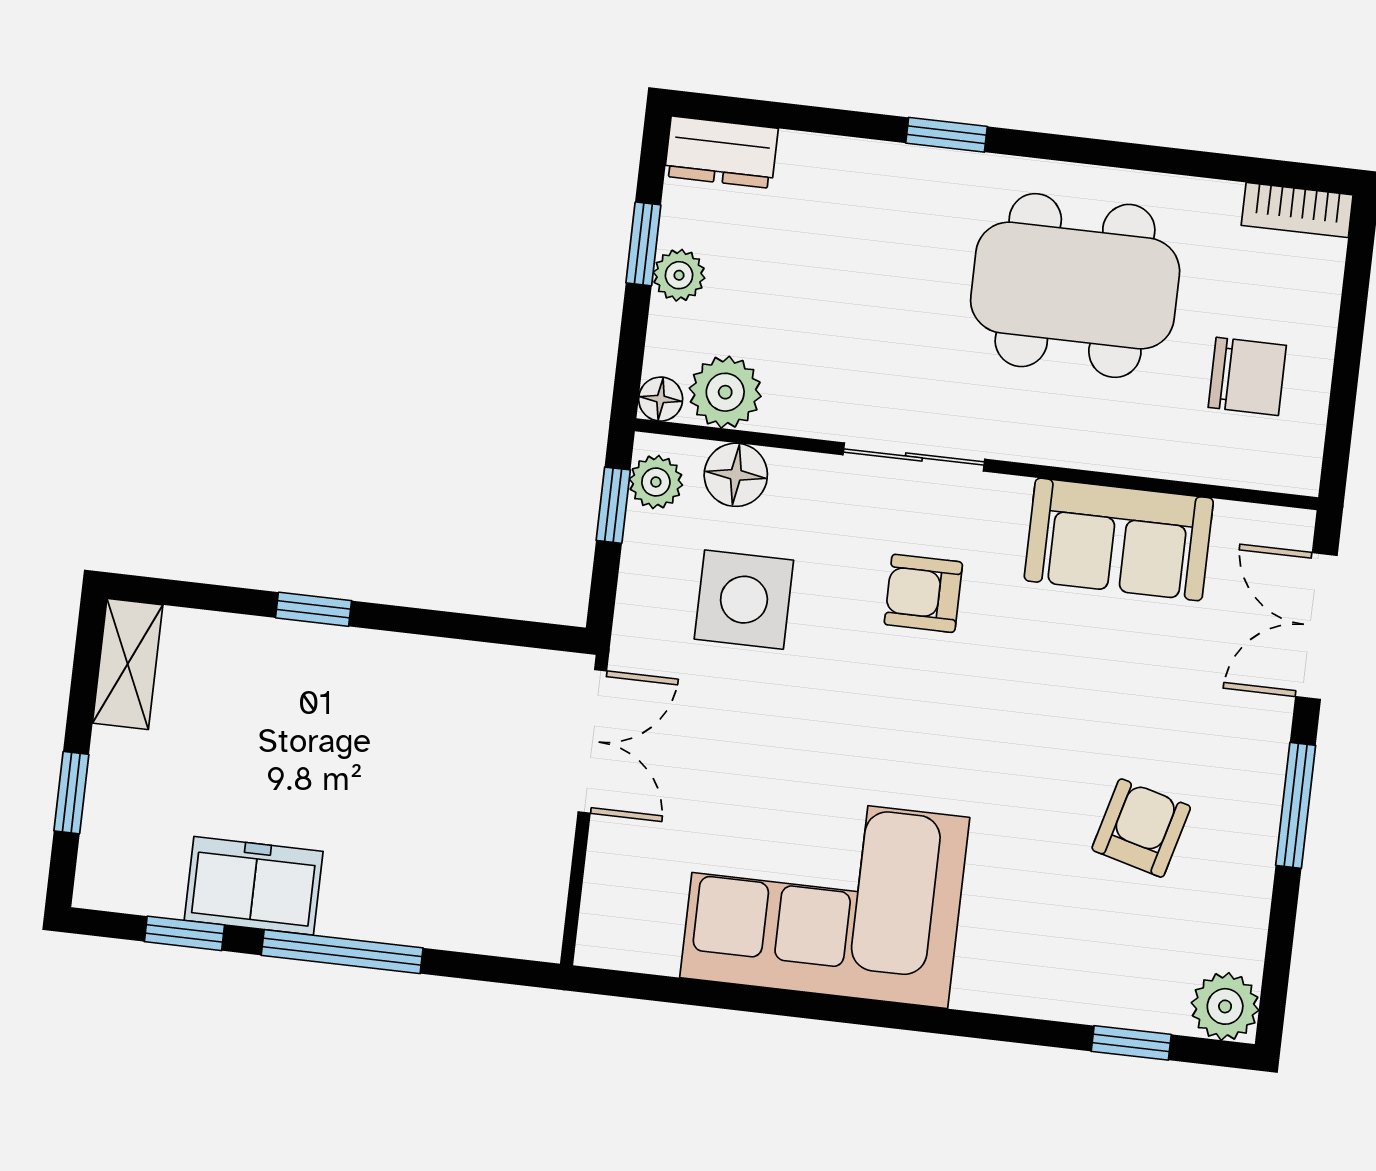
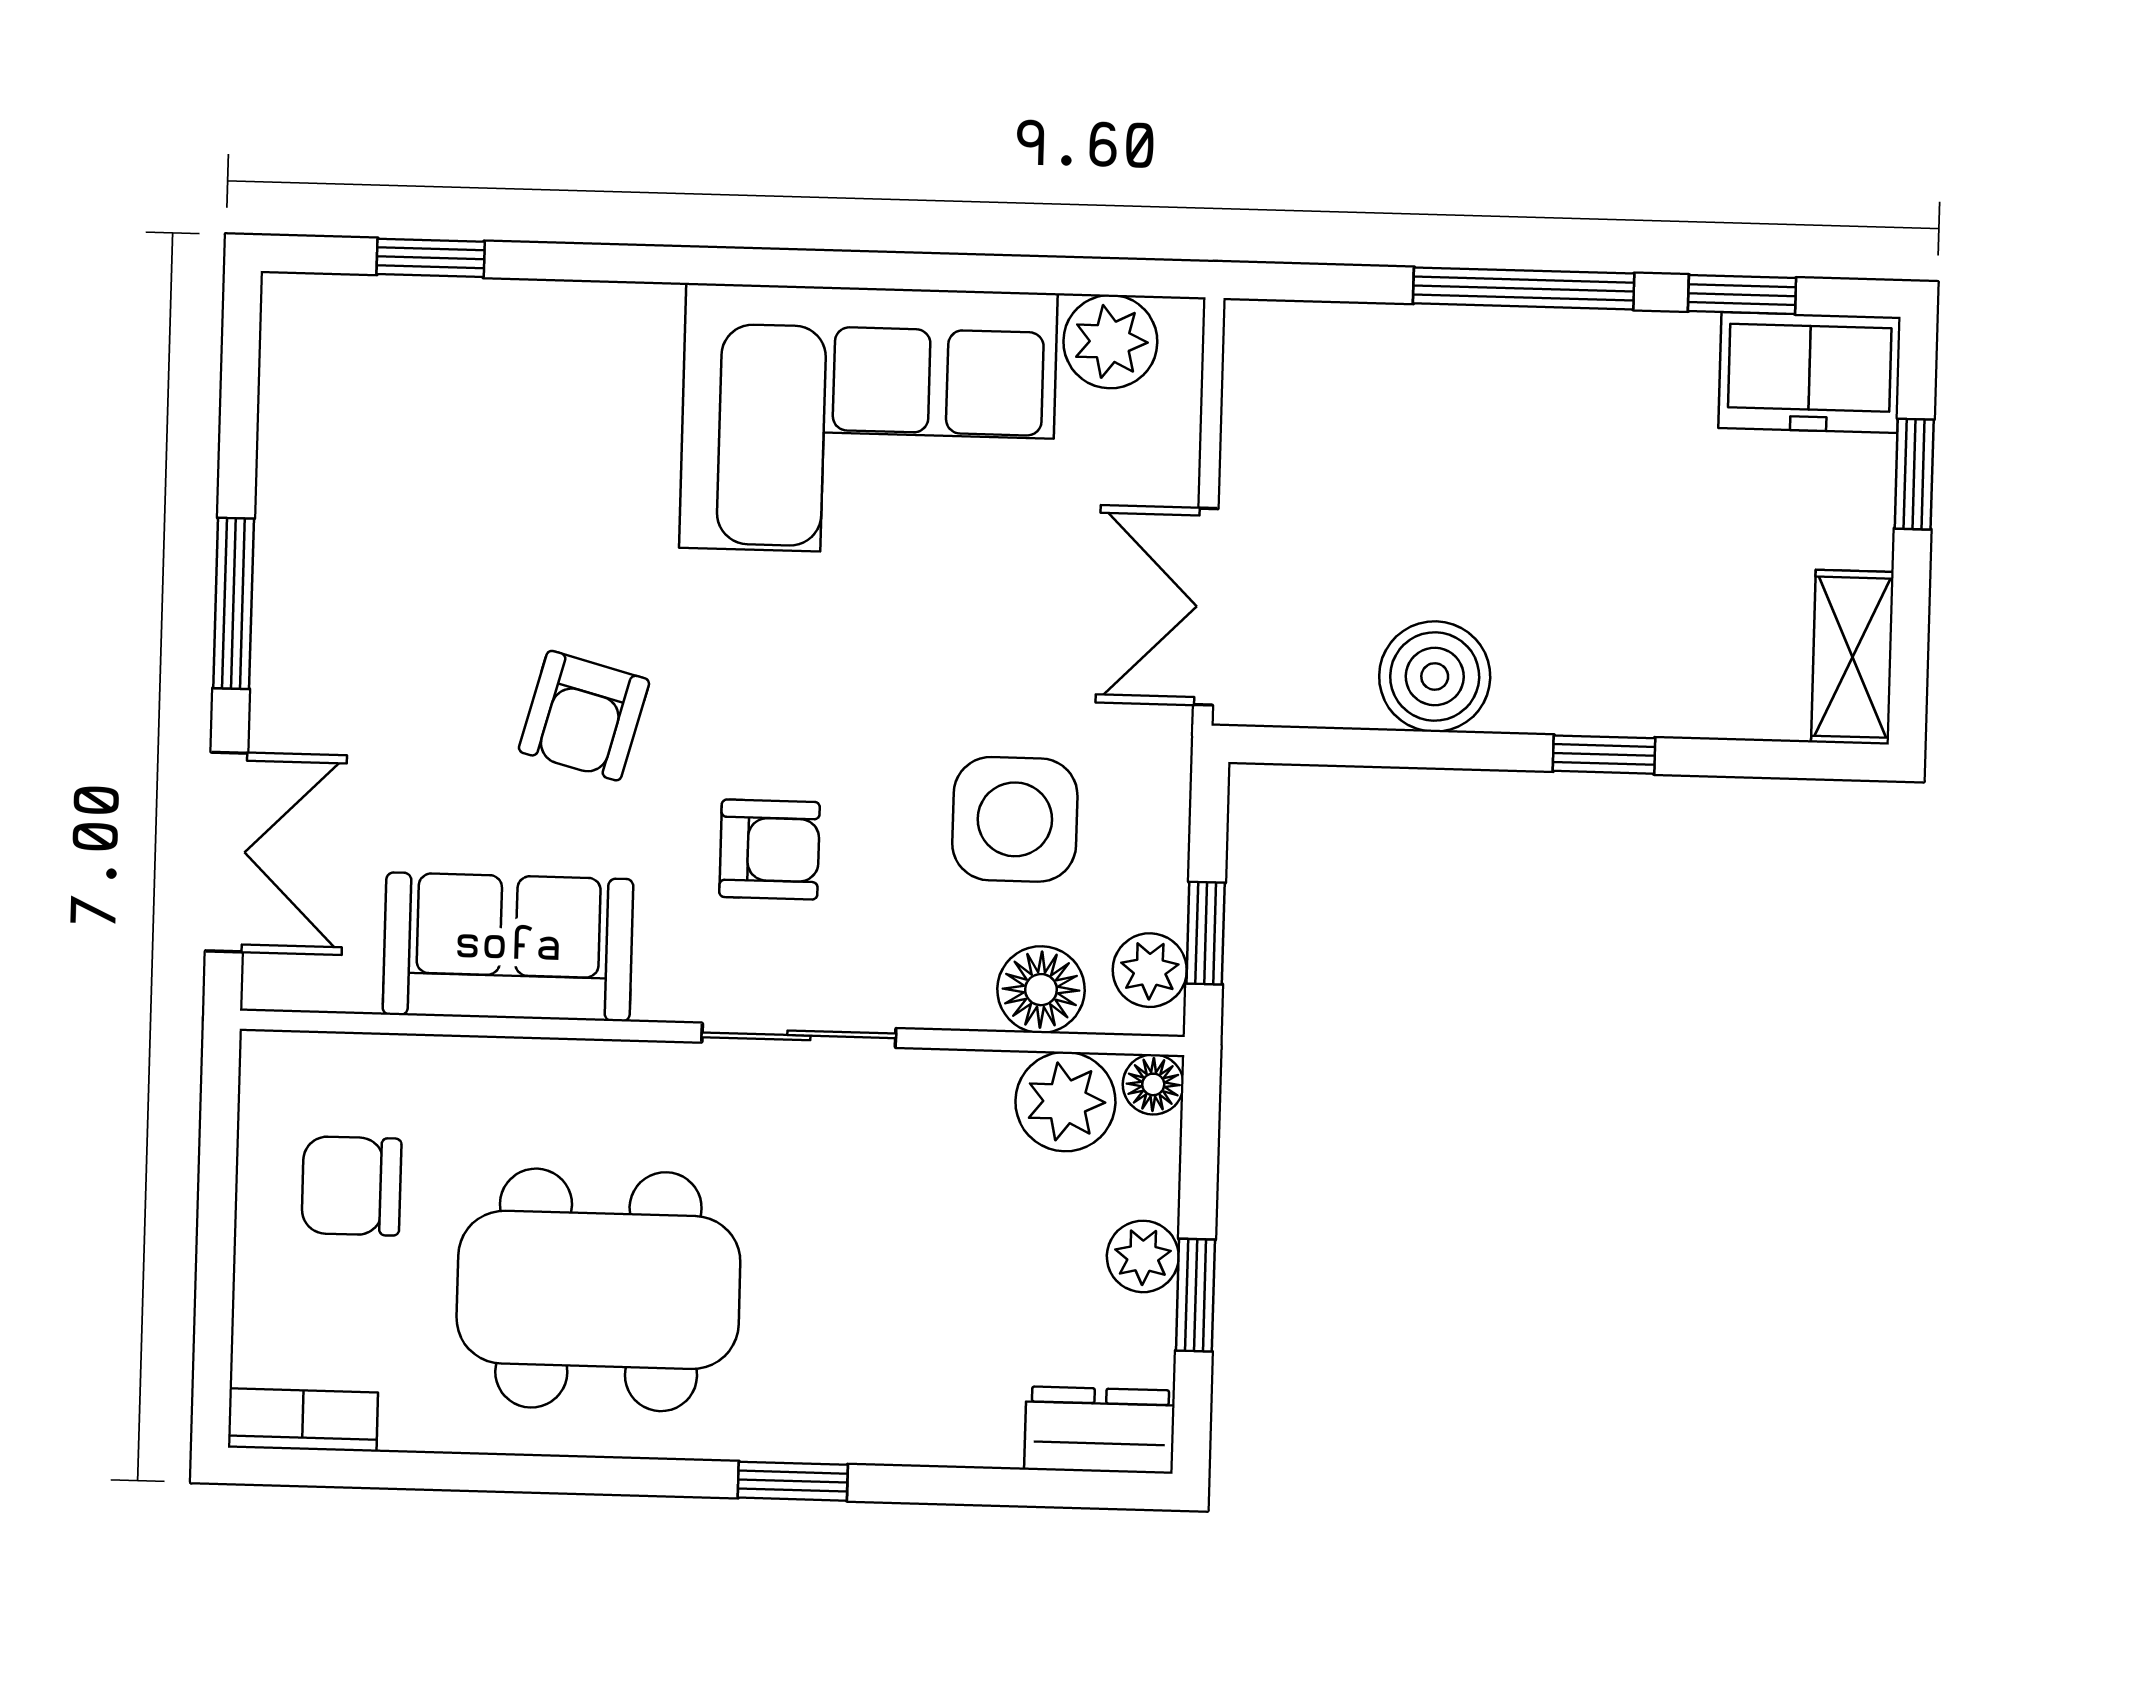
boiler: (431, 676) -> (1435, 677), added
armchair: (1141, 828) -> (584, 716), moved
freezer: (254, 886) -> (1810, 372), moved
plant: (1225, 1006) -> (1110, 342), moved

